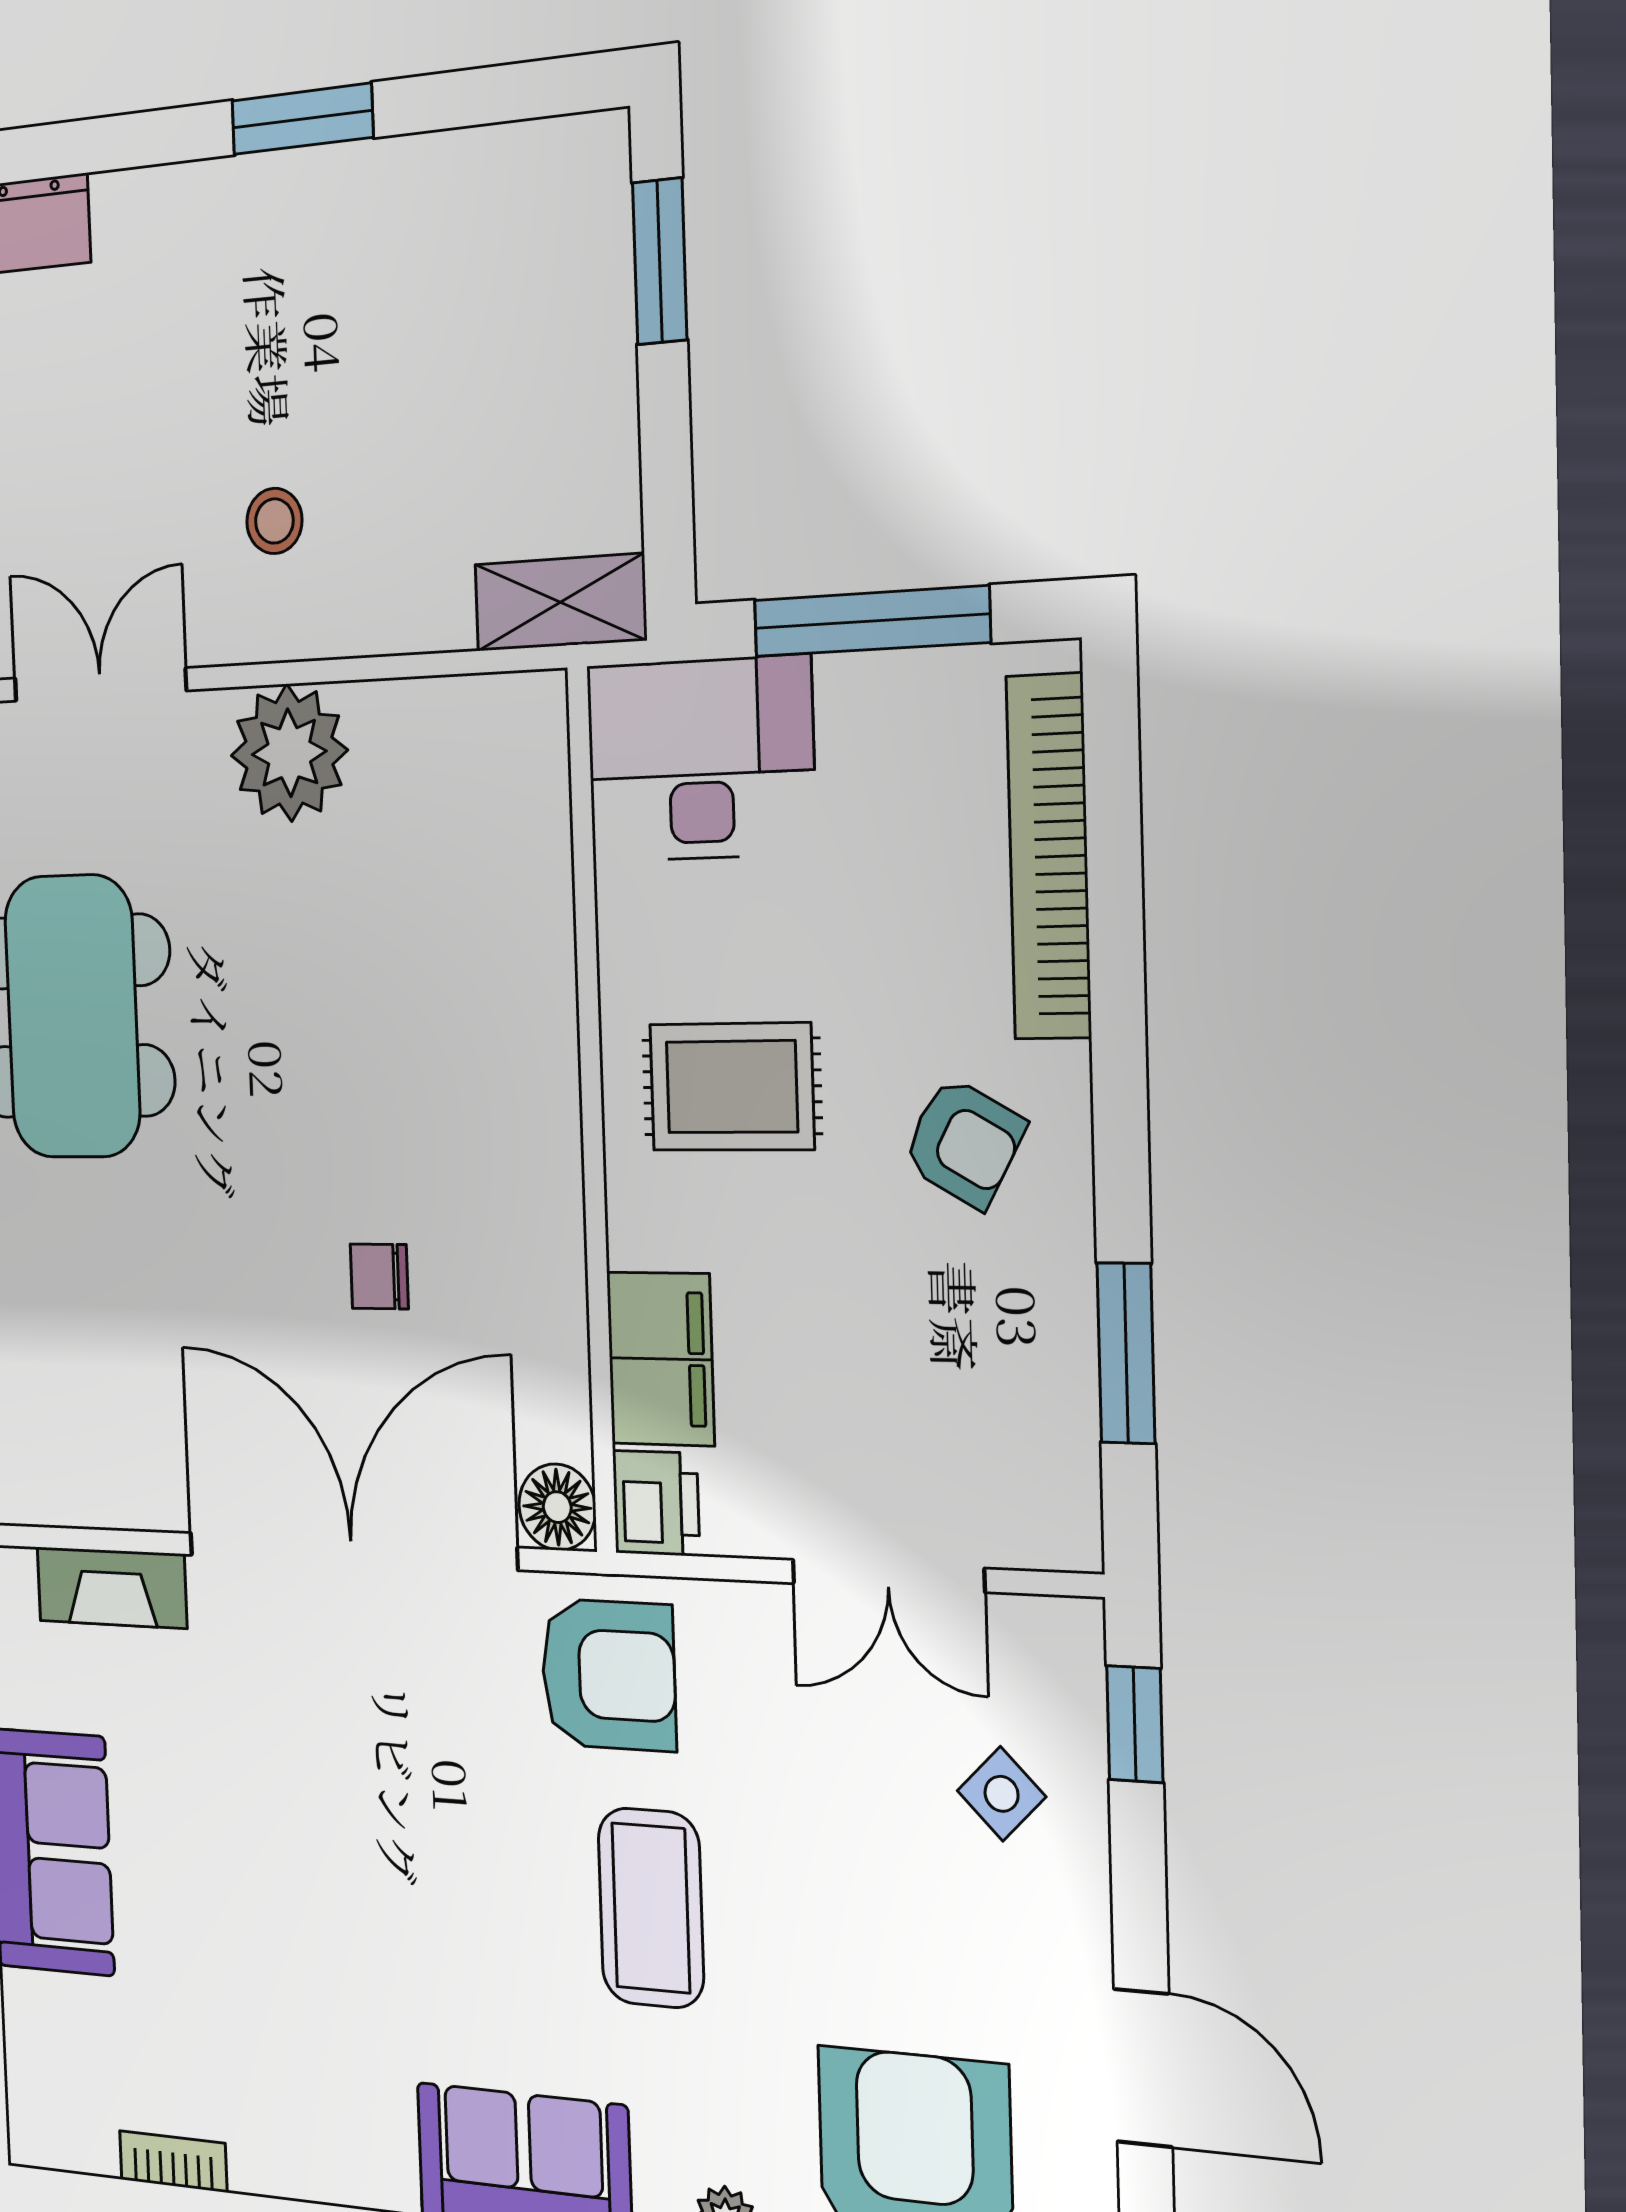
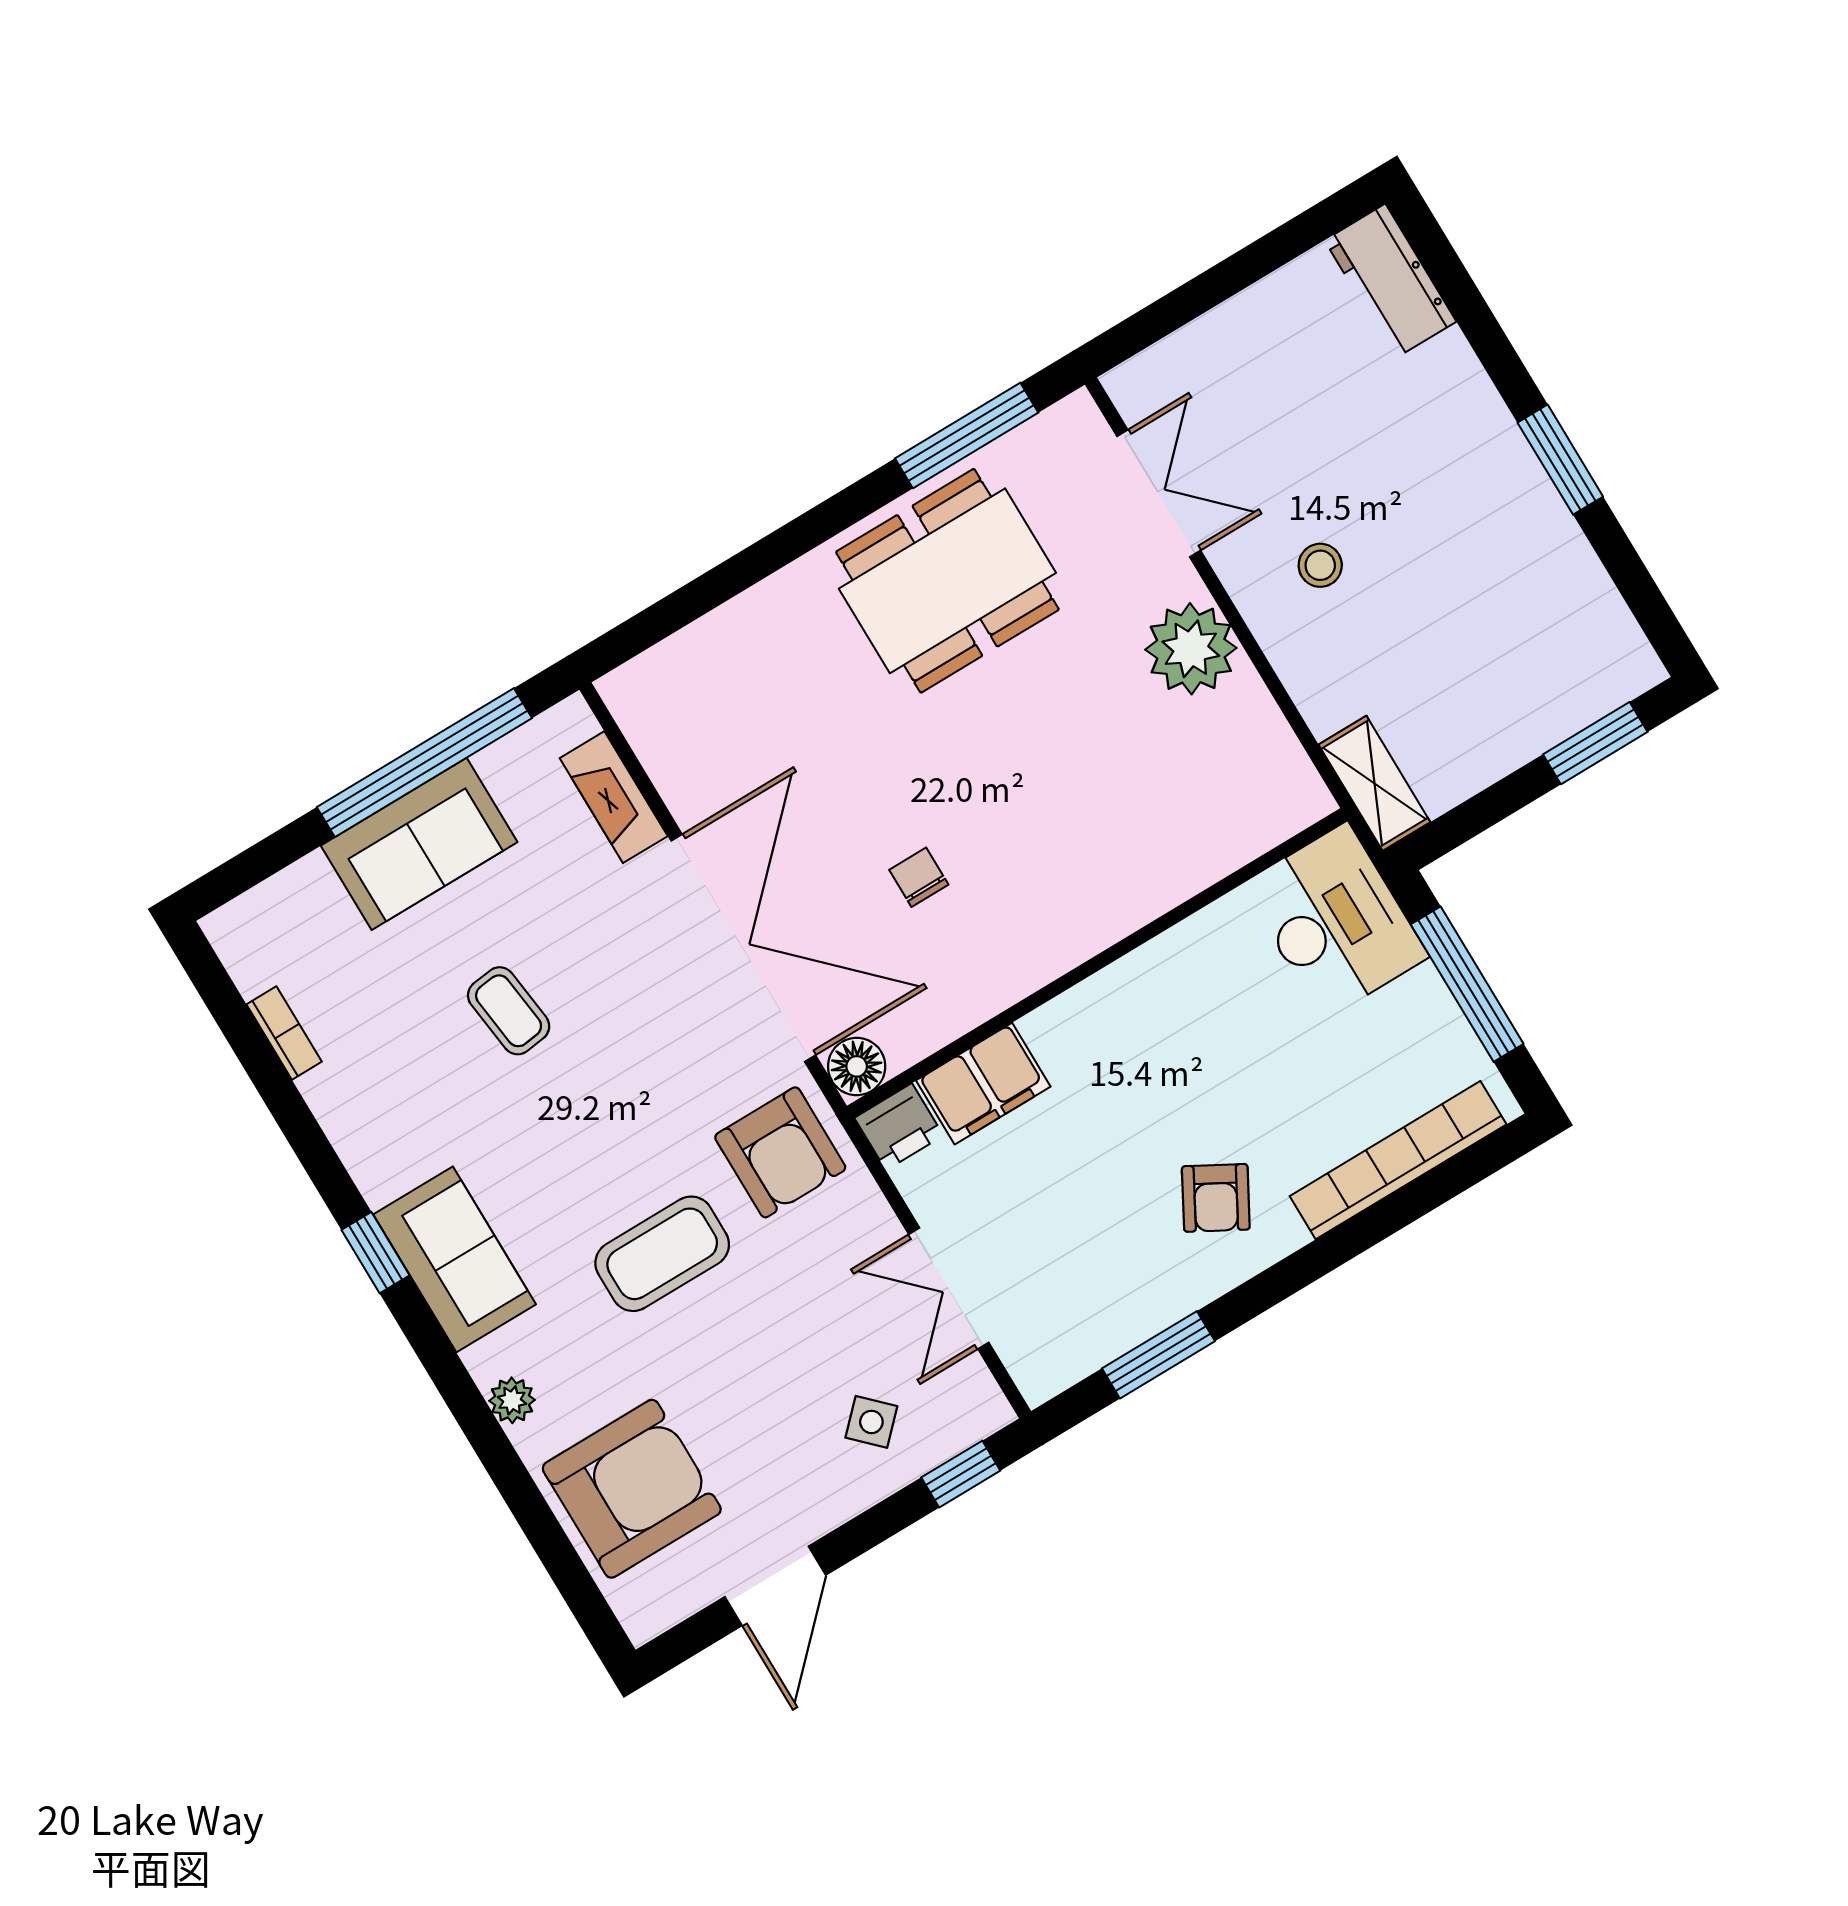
rug: (732, 1087) -> (1164, 1042), removed
coffee table: (280, 1885) -> (509, 1011), added

